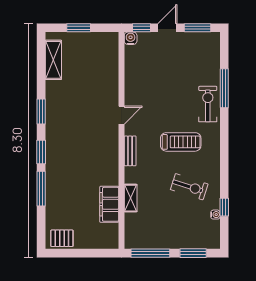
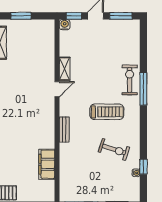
window: (224, 88) -> (143, 89), moved
bench: (130, 151) -> (64, 130), moved
shelving: (131, 198) -> (65, 69), moved

